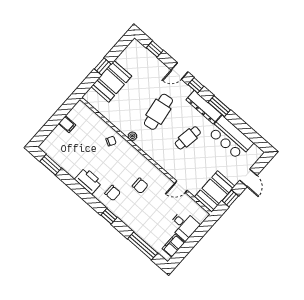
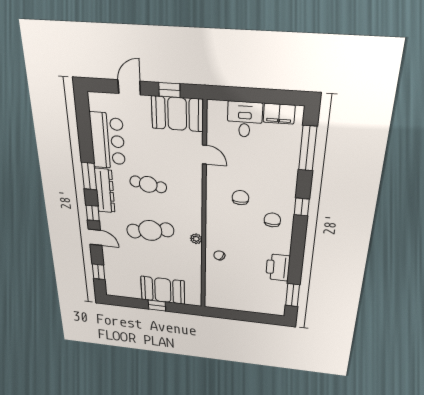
filing cabinet: (67, 124) -> (239, 304), removed
printer: (88, 181) -> (278, 267), moved

